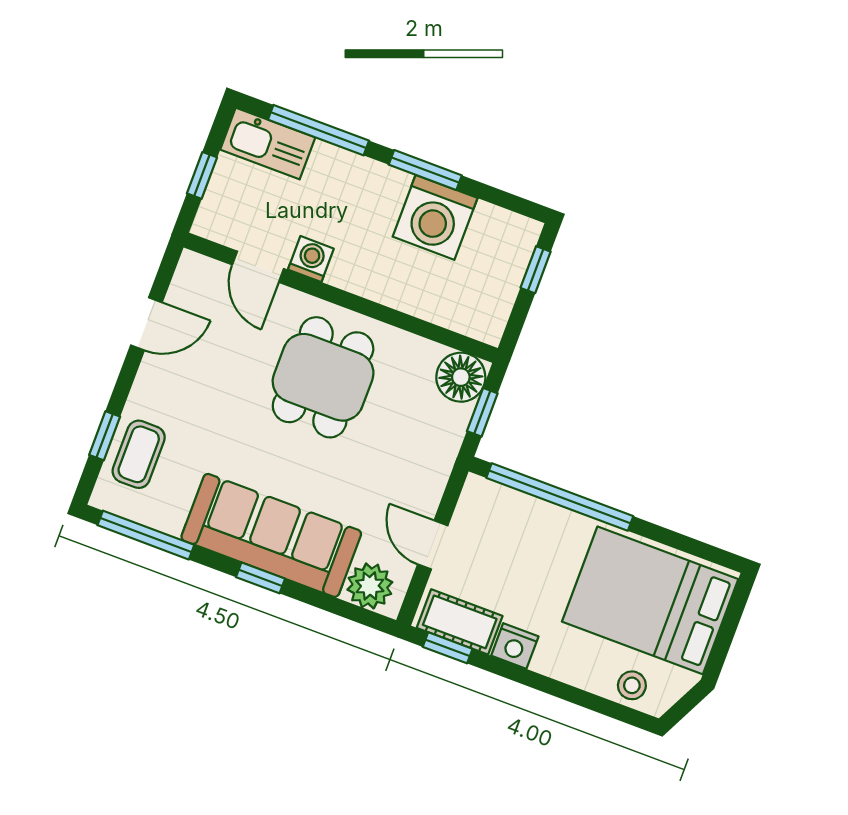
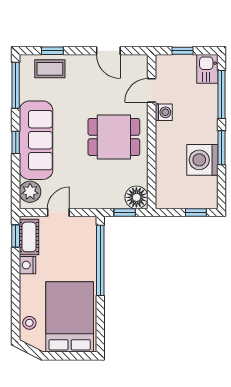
kitchen sink: (268, 143) -> (207, 69), width x0.73

